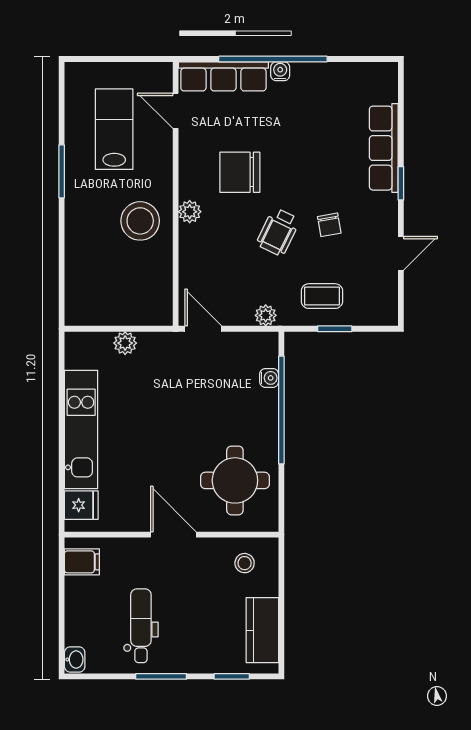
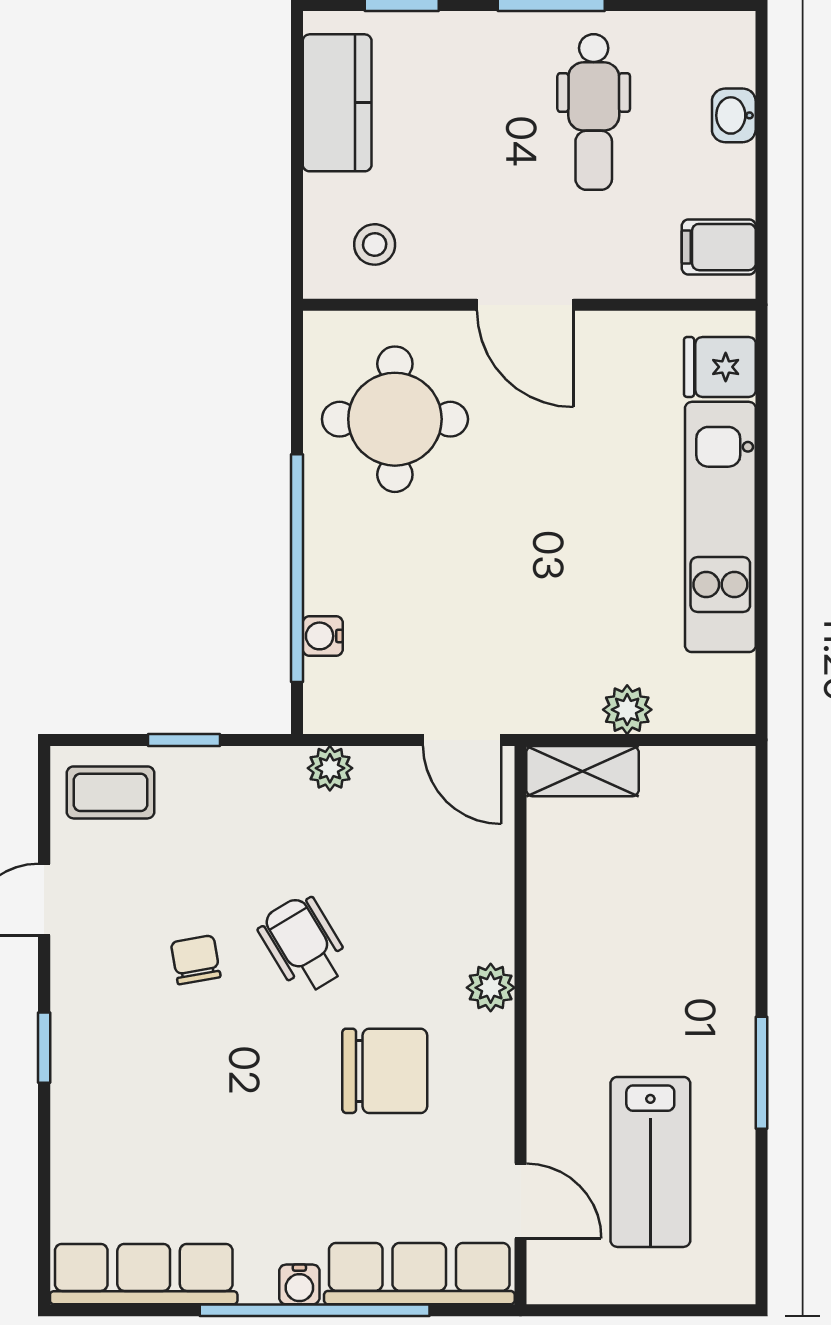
row of seats: (384, 148) -> (144, 1274), moved, turned -90
stool: (140, 221) -> (595, 968), removed
wheelchair: (278, 232) -> (304, 945), turned -57
coffee table: (322, 296) -> (111, 792), moved
shelving: (146, 314) -> (582, 771), added
washbasin: (75, 660) -> (734, 115), moved

